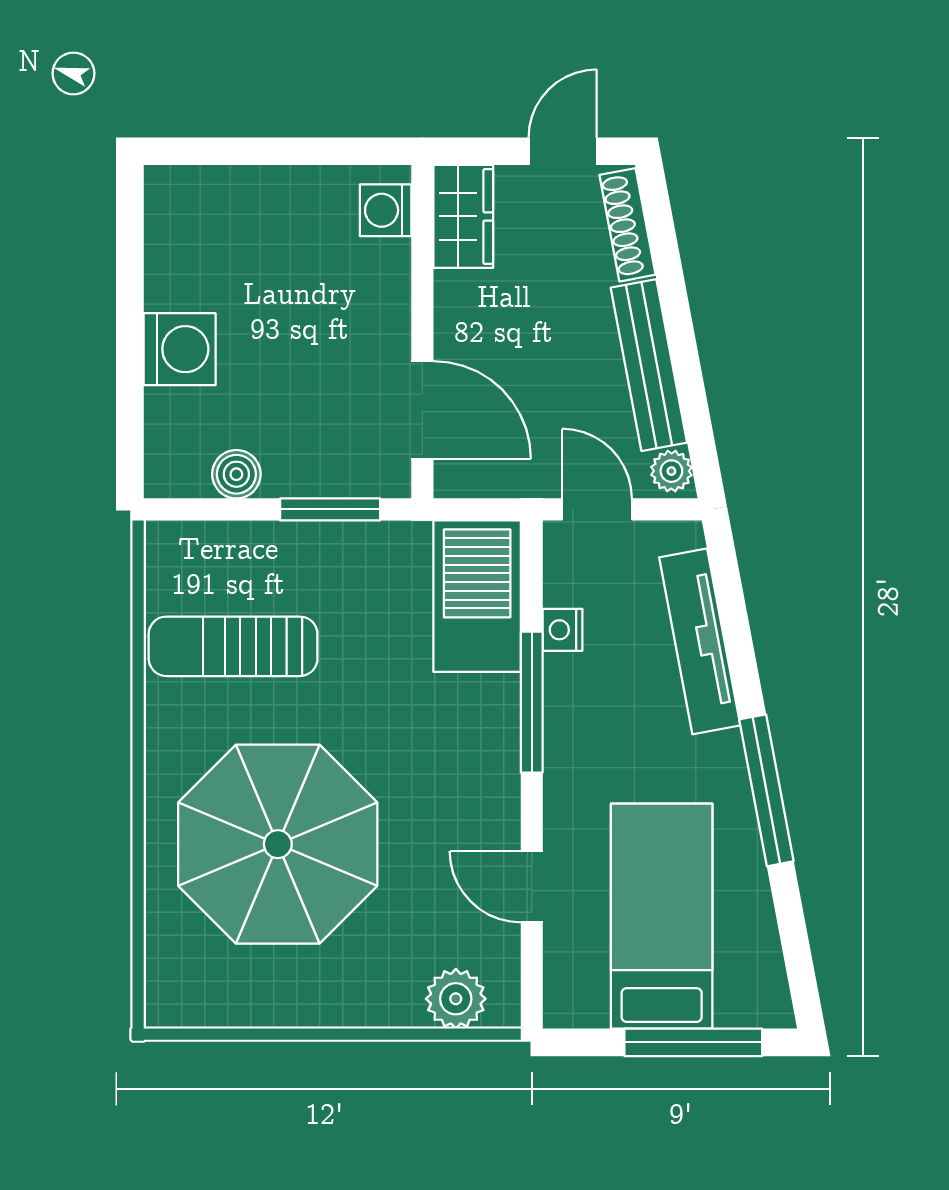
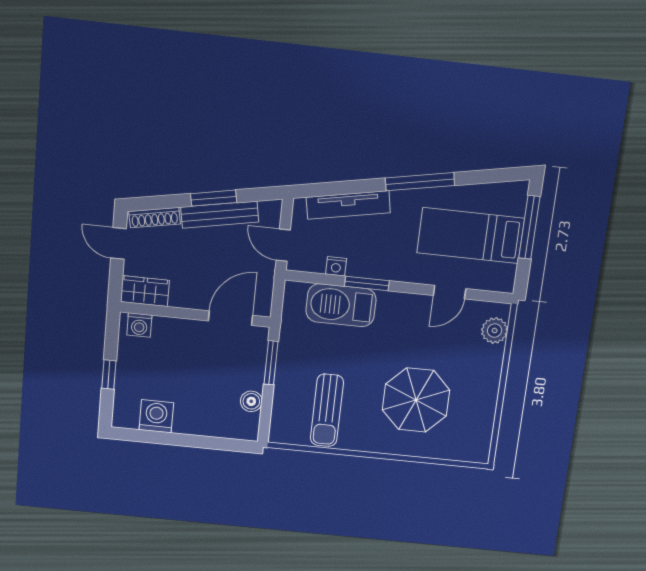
window: (265, 151) -> (109, 375), added
washing machine: (180, 349) -> (156, 416), moved
window: (683, 349) -> (214, 198), added
plant: (671, 471) -> (269, 210), removed
door: (597, 509) -> (283, 245), hinge flipped
barbecue: (477, 596) -> (341, 305), moved
window: (532, 702) -> (367, 283), width x0.69
parasol: (278, 844) -> (416, 400), width x0.73, depth x0.73

